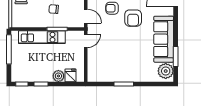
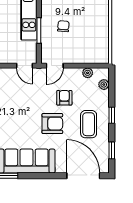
armchair: (133, 18) -> (52, 124), turned 180

